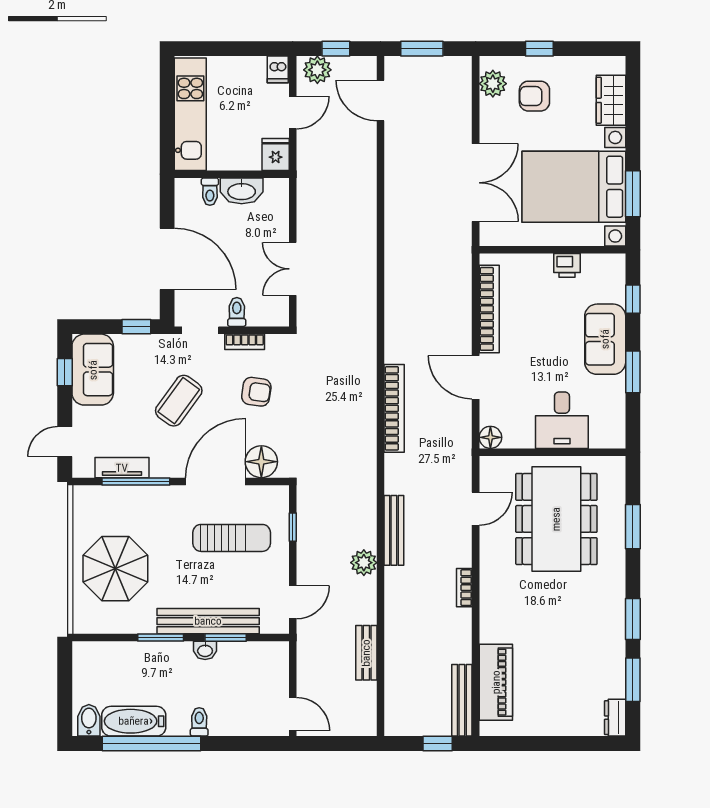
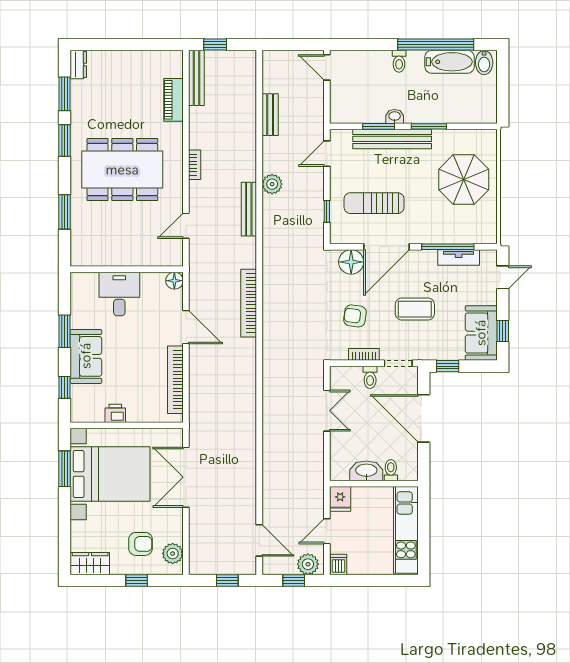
window: (422, 49) -> (227, 580), width x0.67
wardrobe: (611, 100) -> (90, 564), moved, turned -90
coffee table: (179, 401) -> (415, 309), turned 54
dining table: (556, 519) -> (122, 170), moved, turned 90
piano: (496, 682) -> (173, 100), width x0.73, depth x0.75

